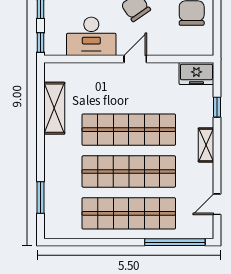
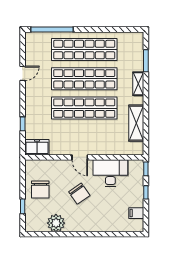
door: (135, 59) -> (80, 157), hinge flipped
shelving: (206, 145) -> (138, 84), moved
door: (217, 204) -> (23, 73), moved

